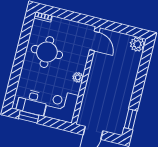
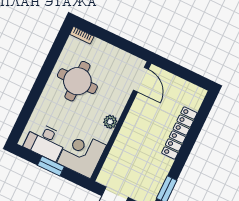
plant: (137, 44) -> (195, 95), removed
locker: (131, 75) -> (179, 133), added
window: (29, 117) -> (51, 166), moved

